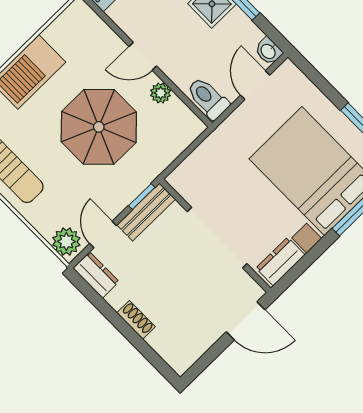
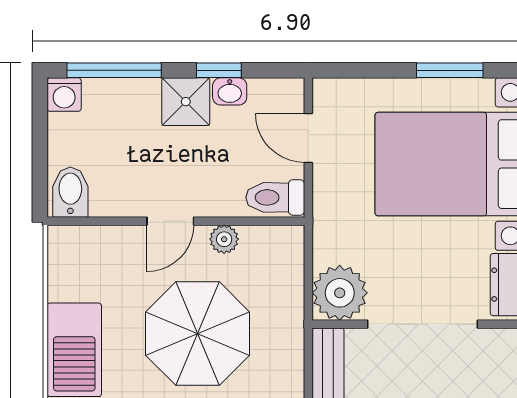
washbasin: (269, 51) -> (230, 91), moved
plant: (191, 179) -> (340, 293), added
window: (142, 197) -> (308, 359), removed

